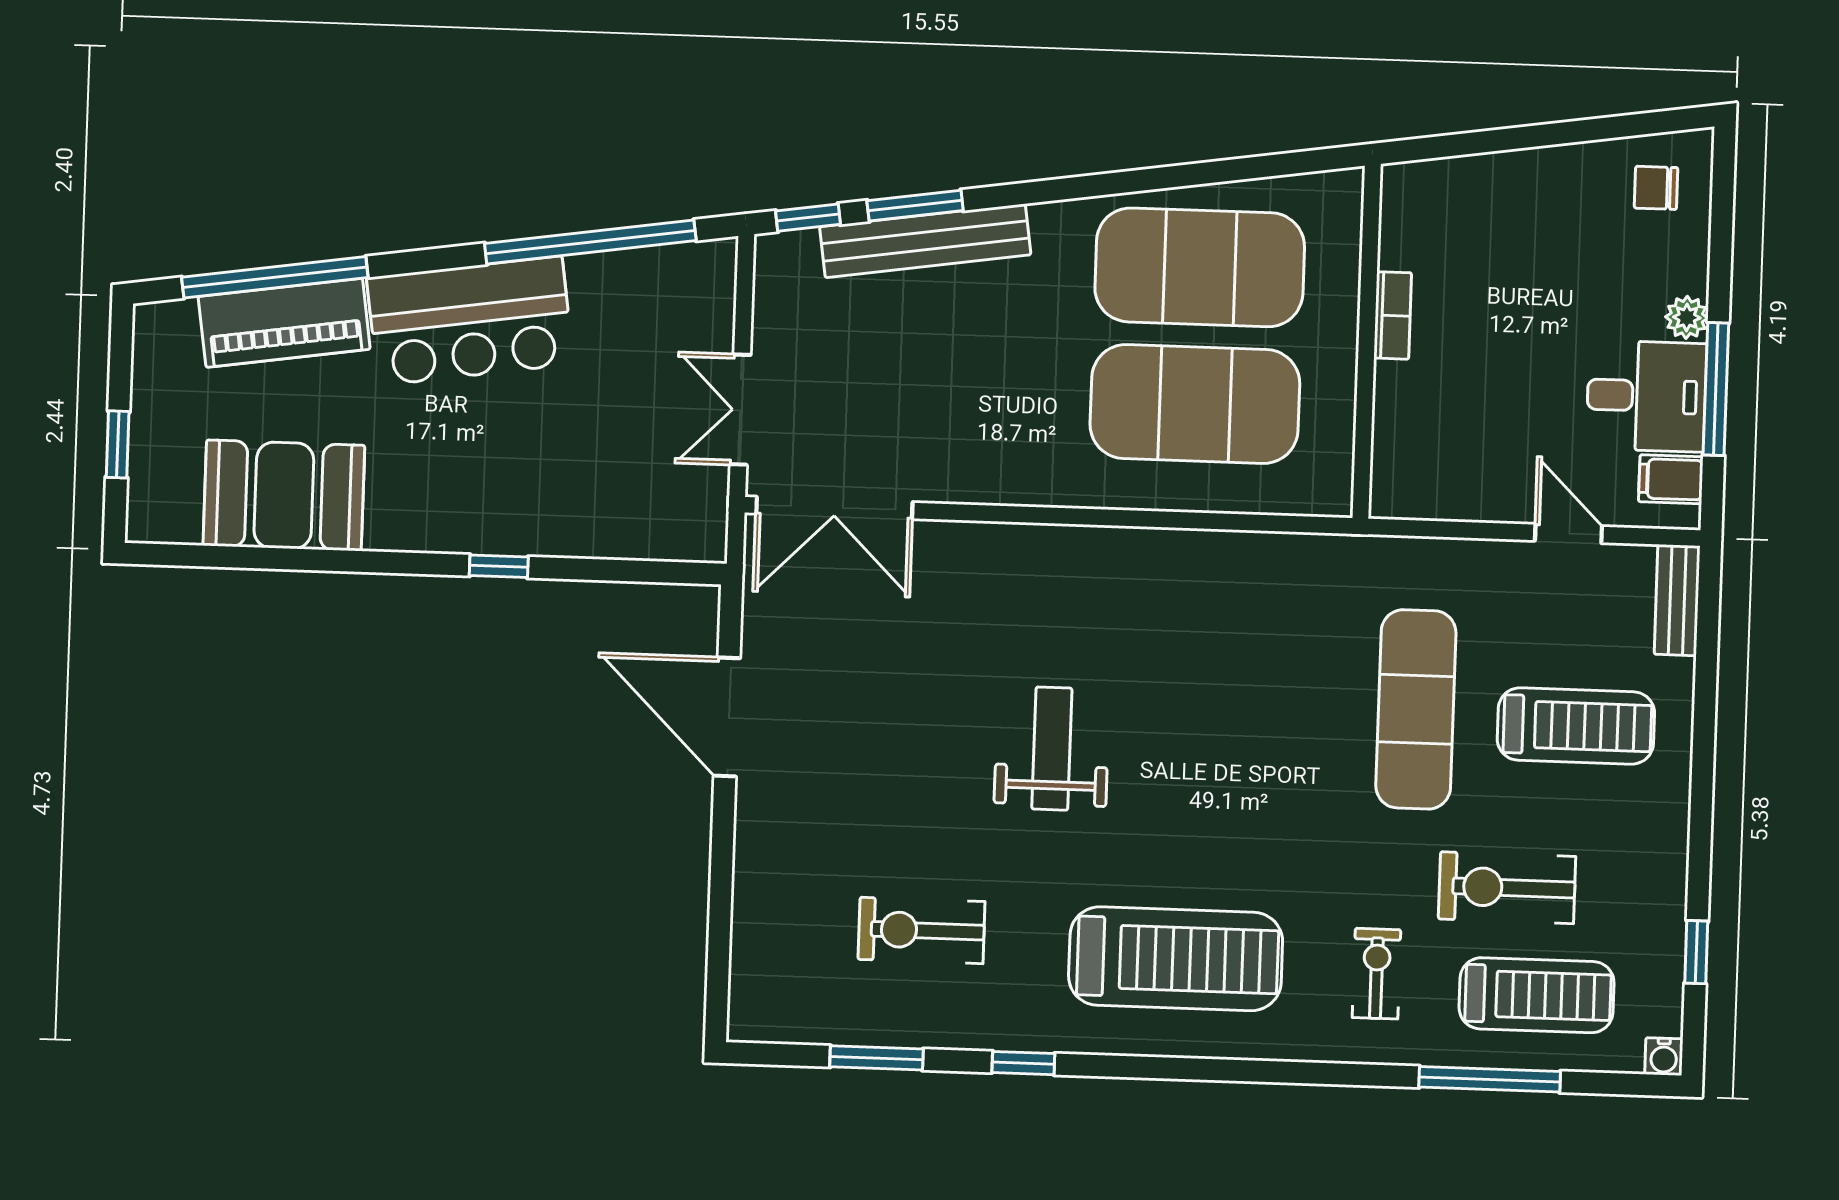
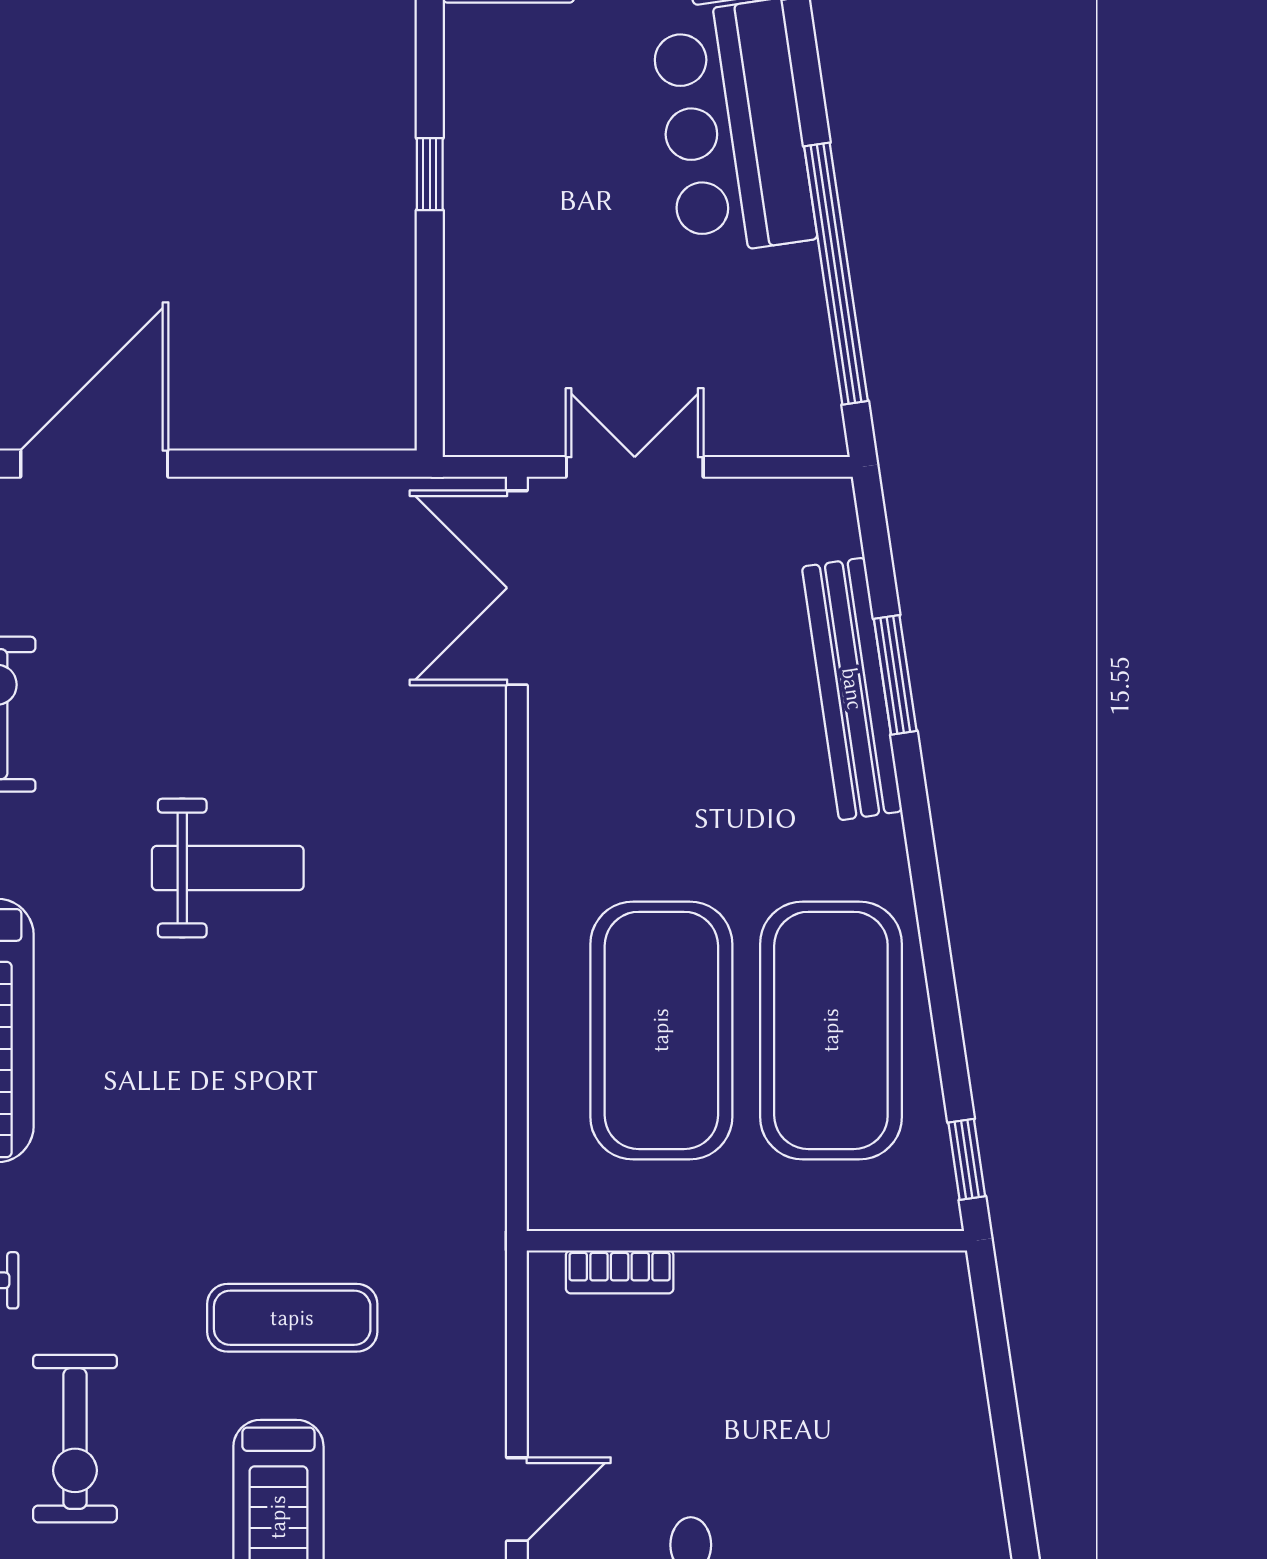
window: (808, 218) -> (967, 1159), moved
bookcase: (1393, 315) -> (620, 1272), moved
exercise mat: (1416, 709) -> (292, 1318), width x0.73, depth x0.69
door: (727, 717) -> (94, 464), moved
exercise bike: (1507, 888) -> (75, 1439), turned 180

